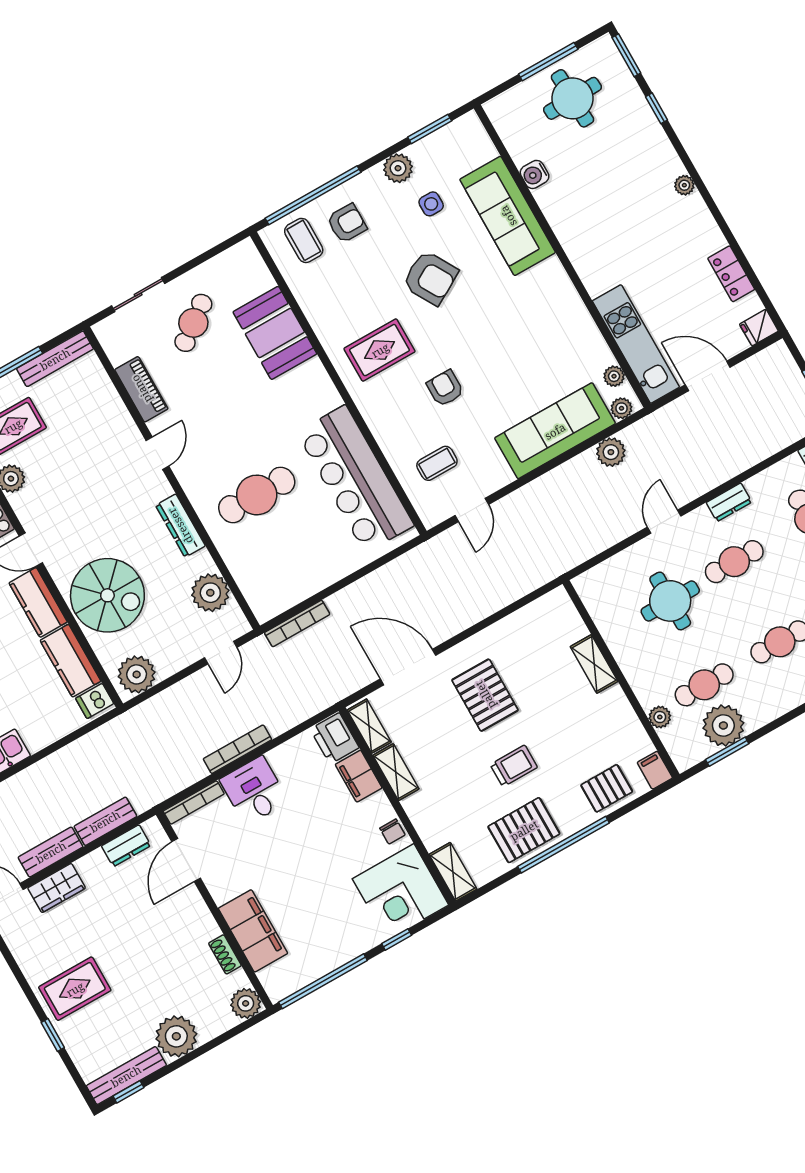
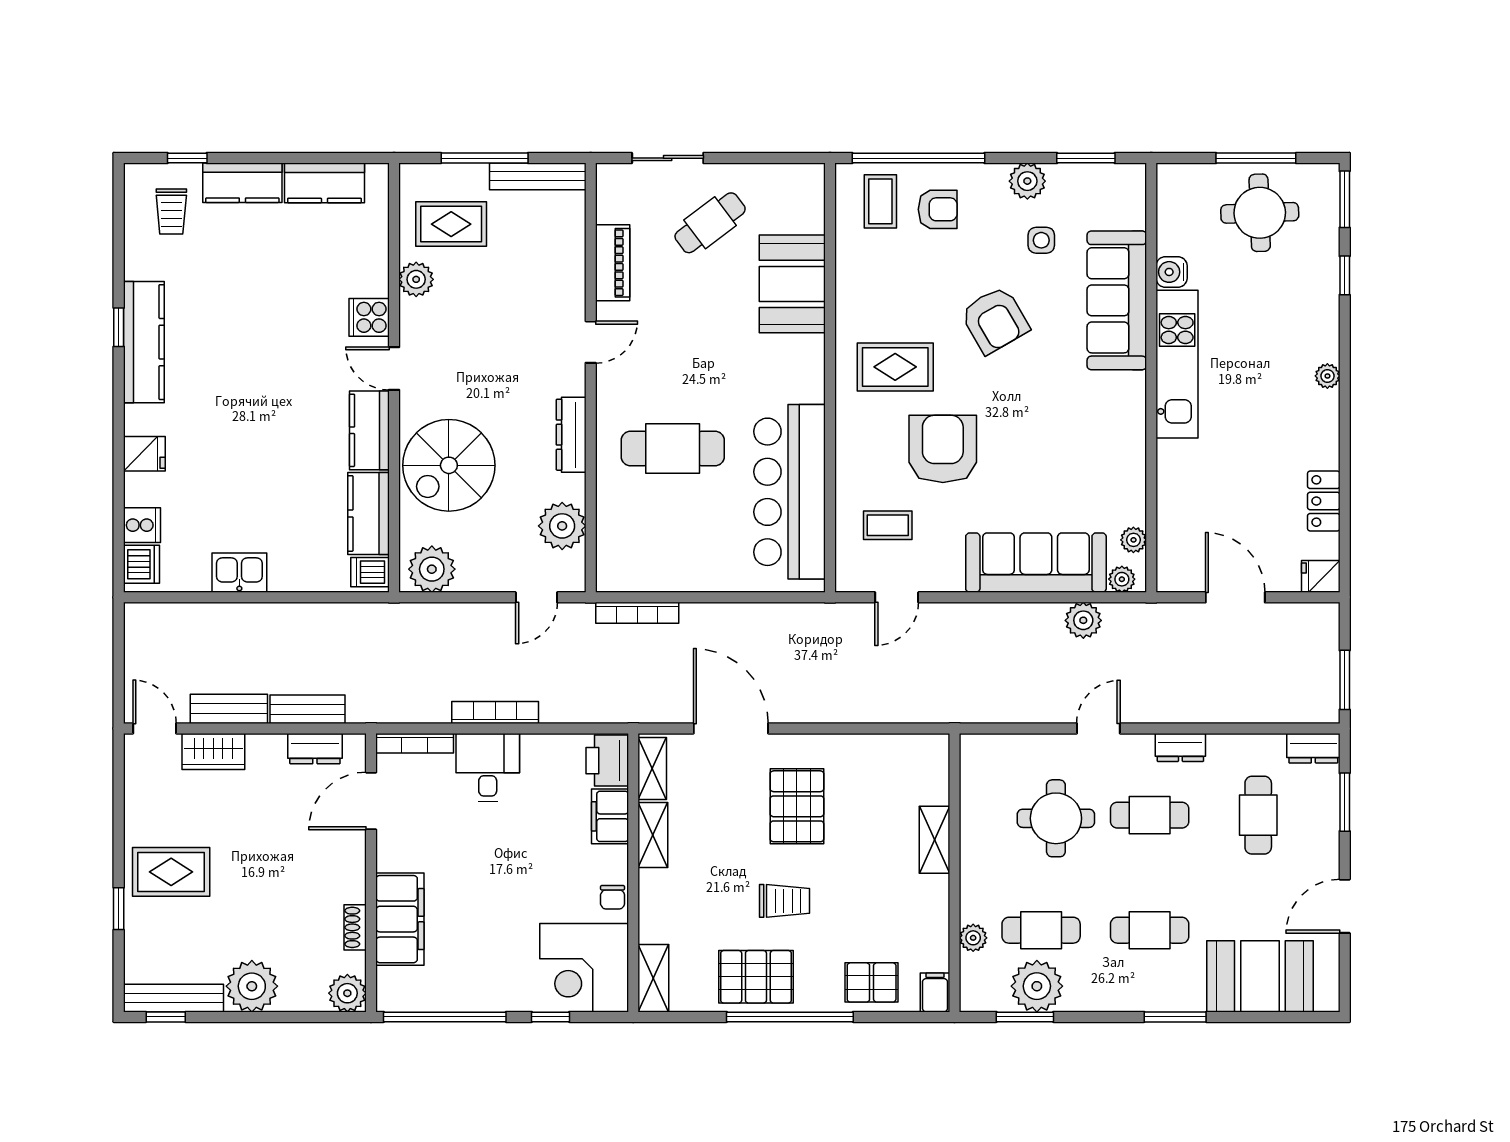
kitchen unit: (636, 344) -> (1177, 364), moved
armchair: (445, 388) -> (943, 449), width x1.88, depth x1.88
spiral stairs: (107, 595) -> (449, 465), turned 90

